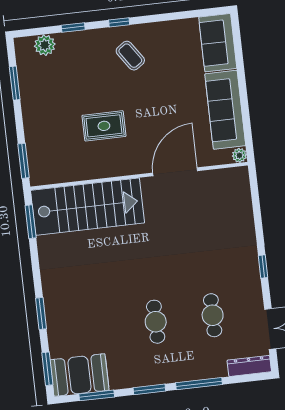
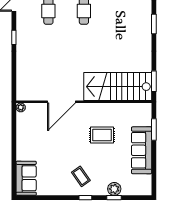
plant: (45, 45) -> (114, 189), moved
window: (15, 83) -> (154, 168), removed
sofa: (225, 110) -> (142, 150), moved, turned 180
window: (24, 161) -> (154, 129), moved

